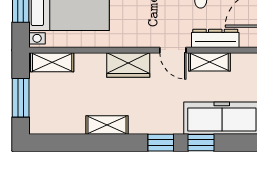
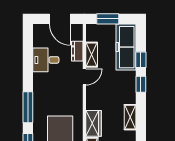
dresser: (215, 38) -> (77, 51), width x0.70
wardrobe: (128, 65) -> (94, 123), moved

